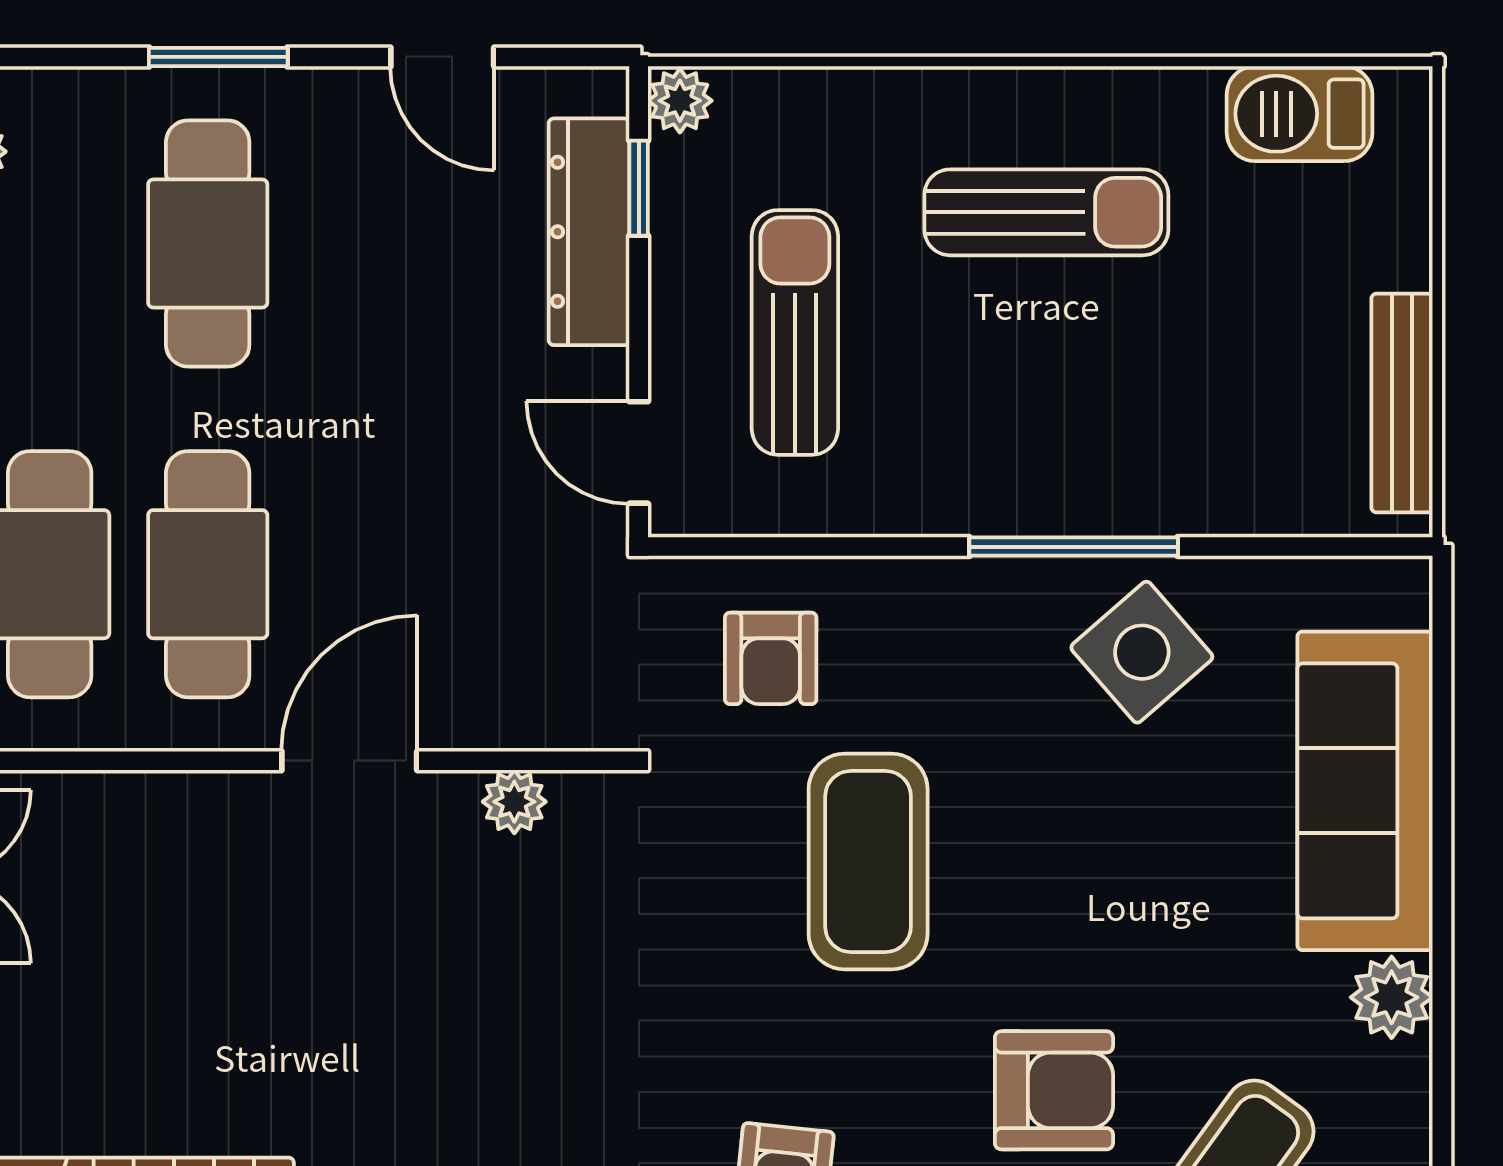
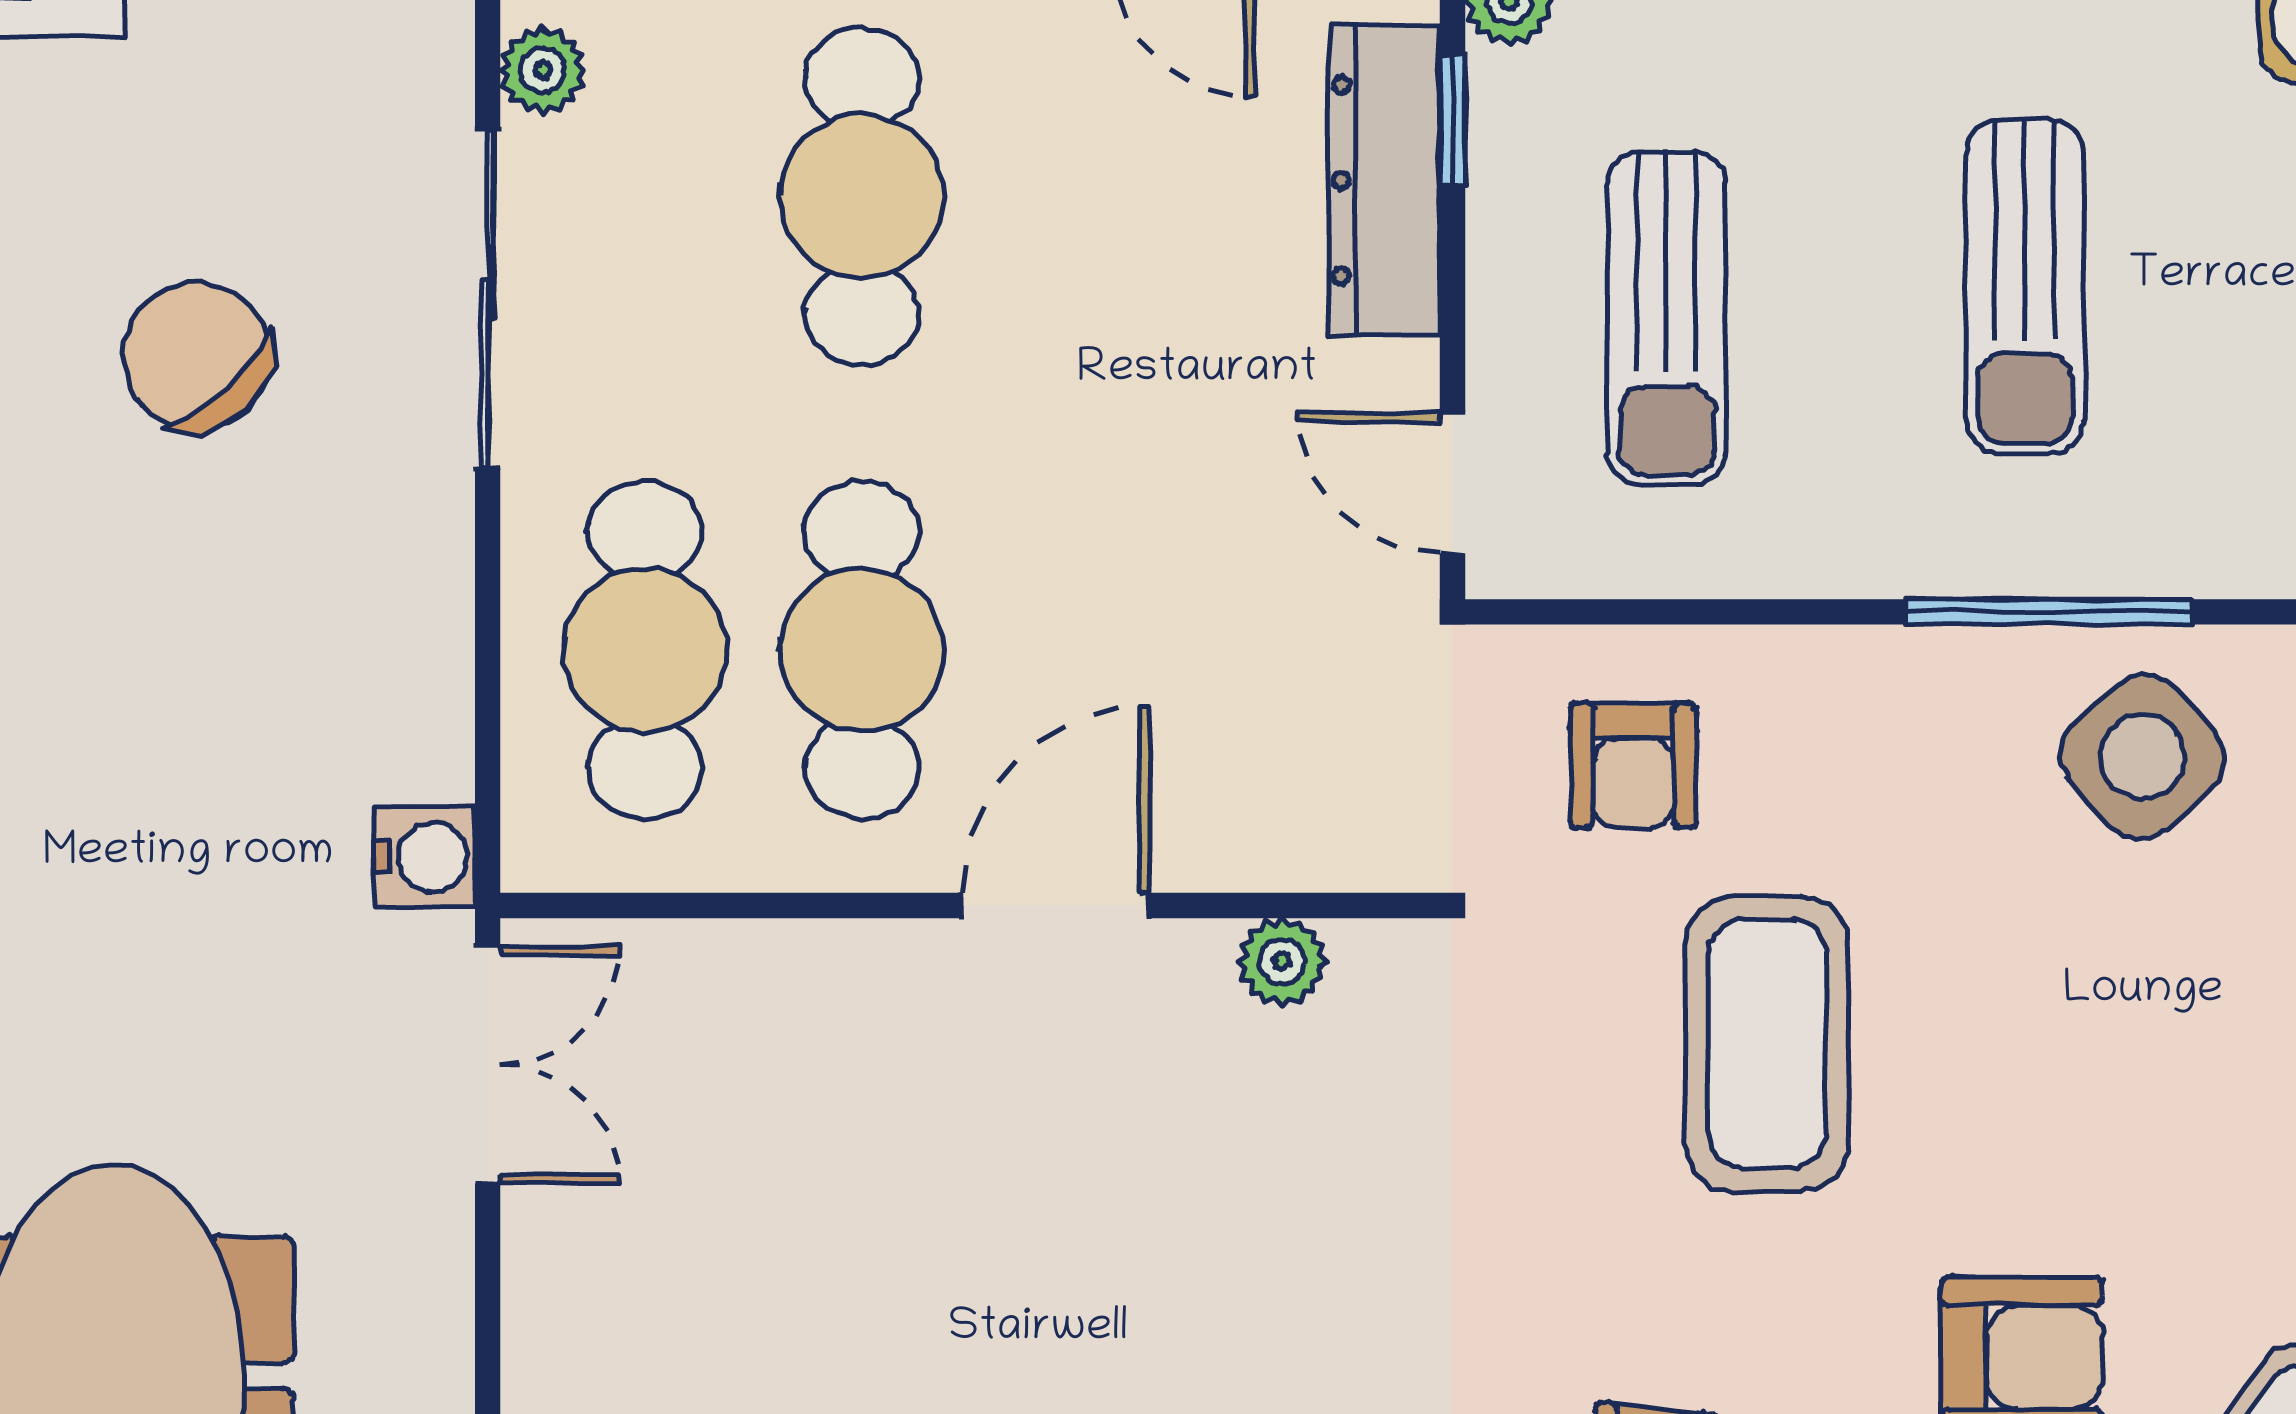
sun lounger: (1046, 212) -> (2025, 286), moved, turned 90
sun lounger: (795, 332) -> (1667, 318), turned 180

